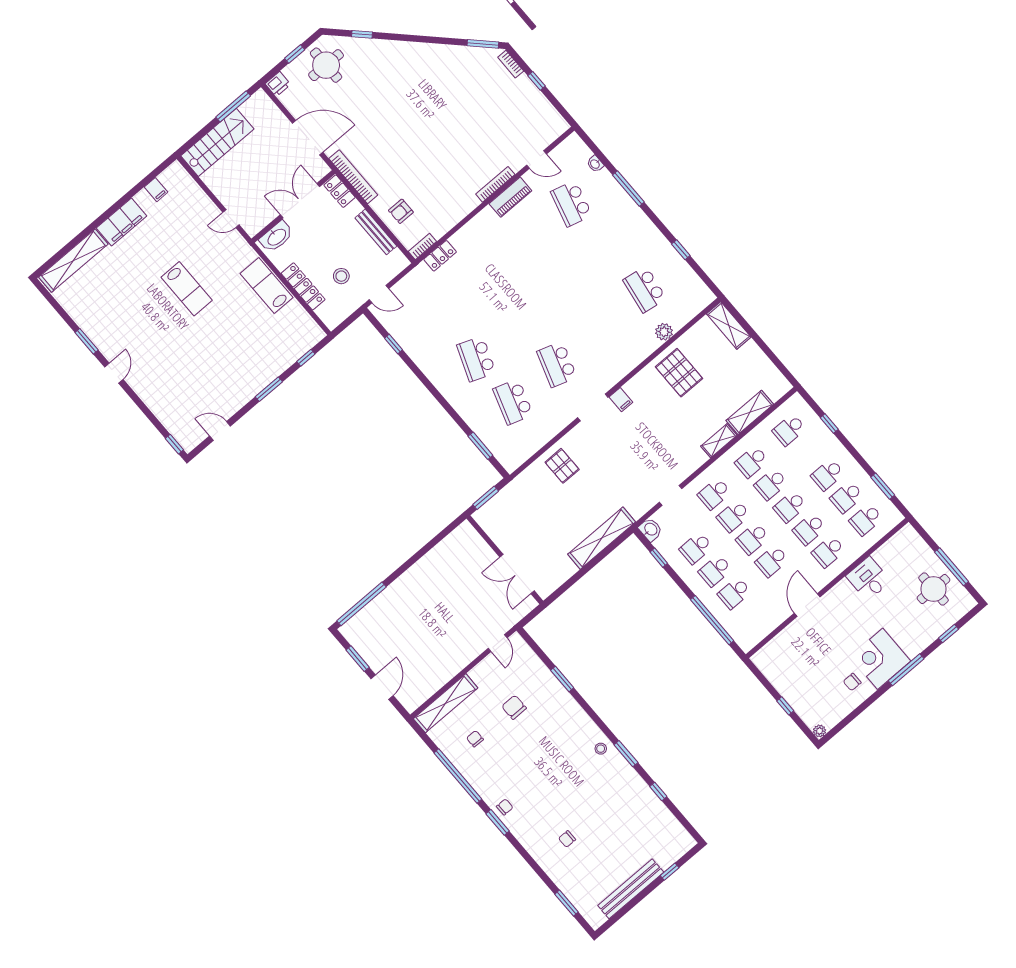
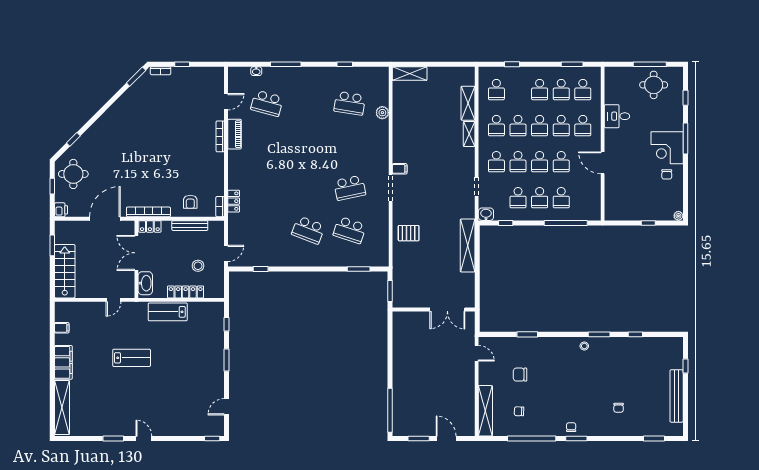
window: (233, 107) -> (52, 245), width x0.69
school desk: (557, 364) -> (350, 188), turned -30
pallet: (679, 373) -> (412, 124), removed

